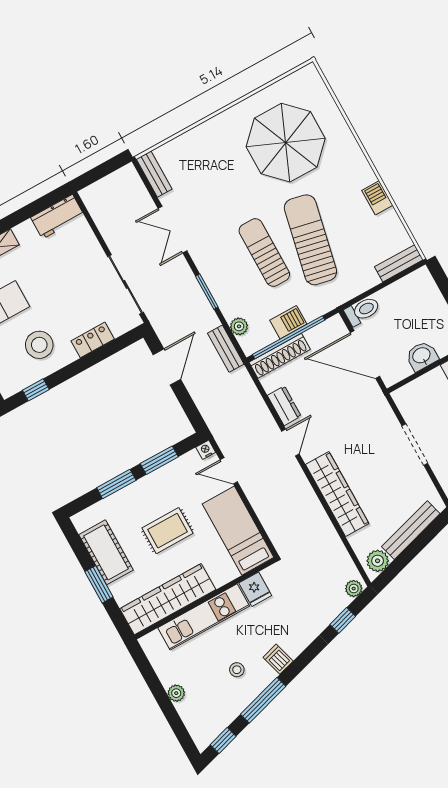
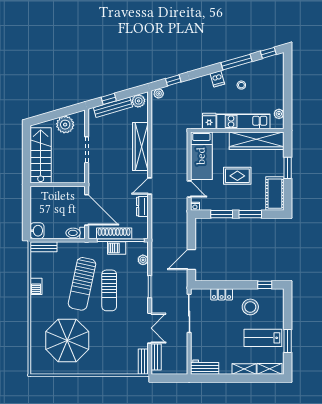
bench: (226, 349) -> (156, 357), moved
shoe rack: (280, 356) -> (114, 233), moved
washbasin: (422, 356) -> (37, 231), moved, turned -90
window: (424, 539) -> (109, 99), added
cot: (106, 552) -> (275, 194), moved
plant: (176, 693) -> (279, 114), moved

